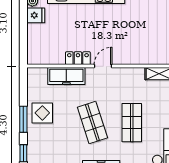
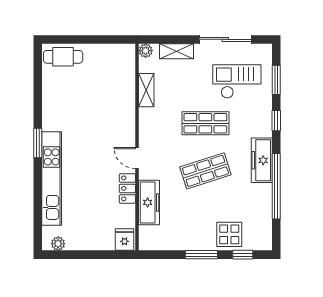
fridge: (36, 15) -> (125, 240), moved
display table: (42, 113) -> (229, 234), moved

